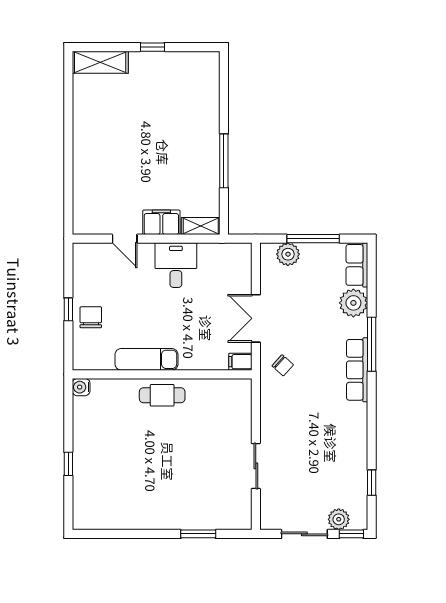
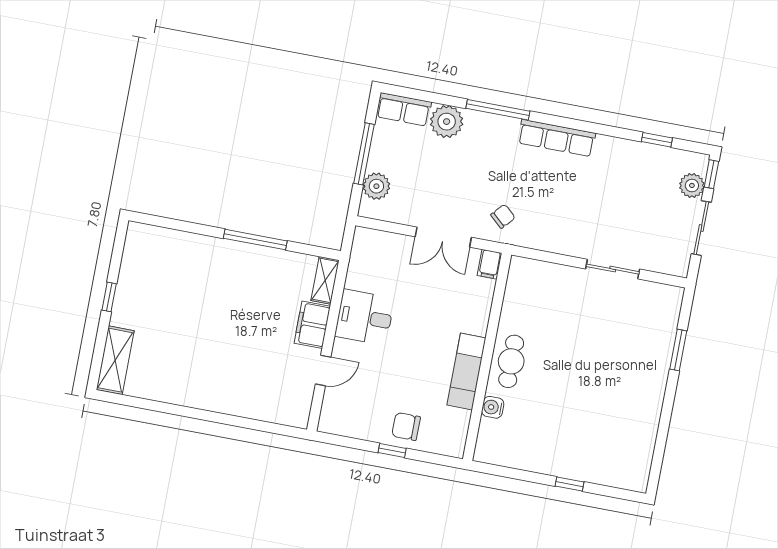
row of seats: (357, 370) -> (557, 138), moved
water cooler: (81, 387) -> (493, 407), moved, turned 90

